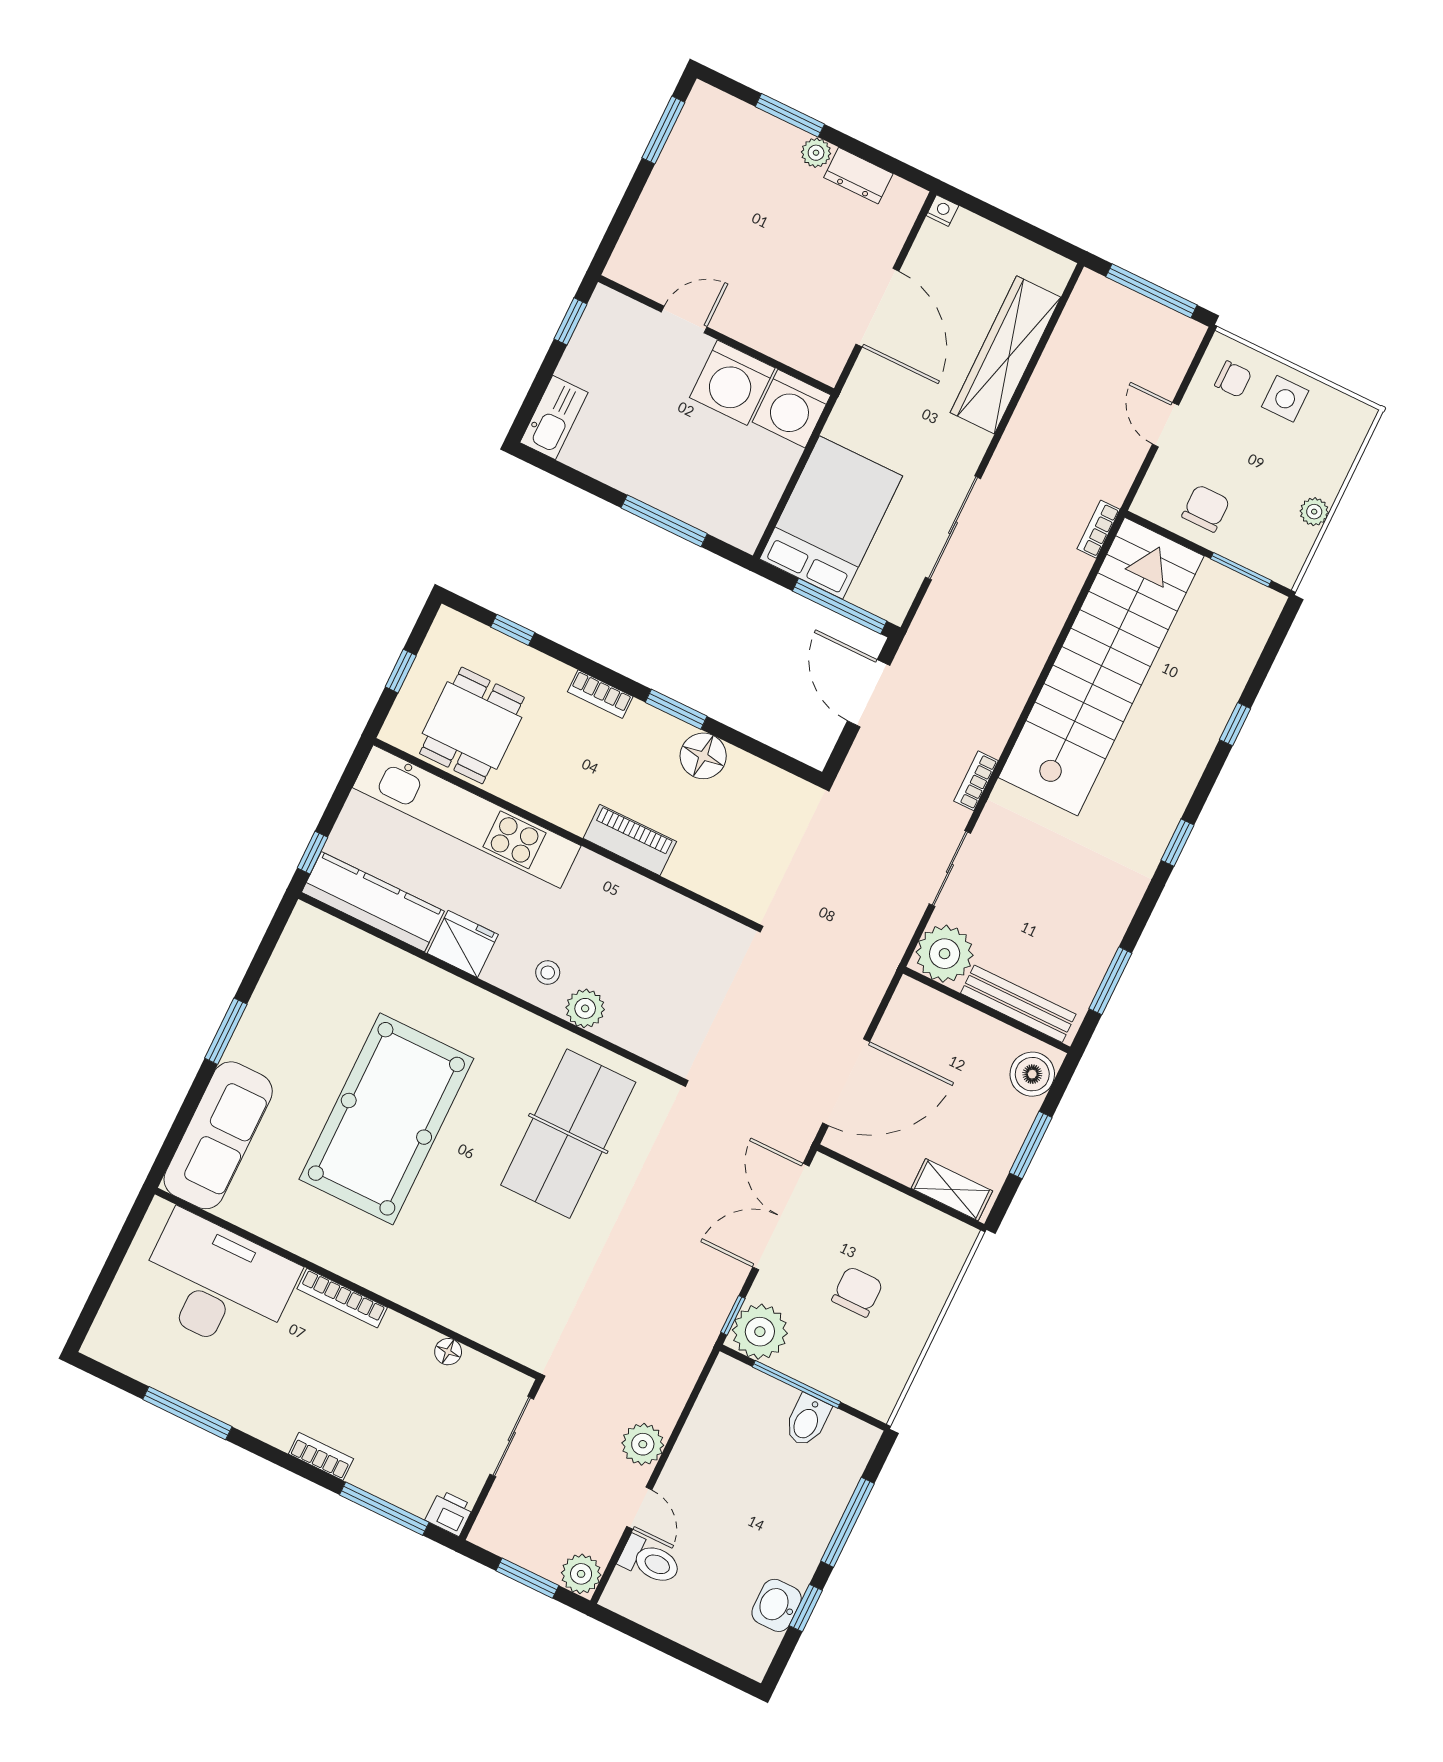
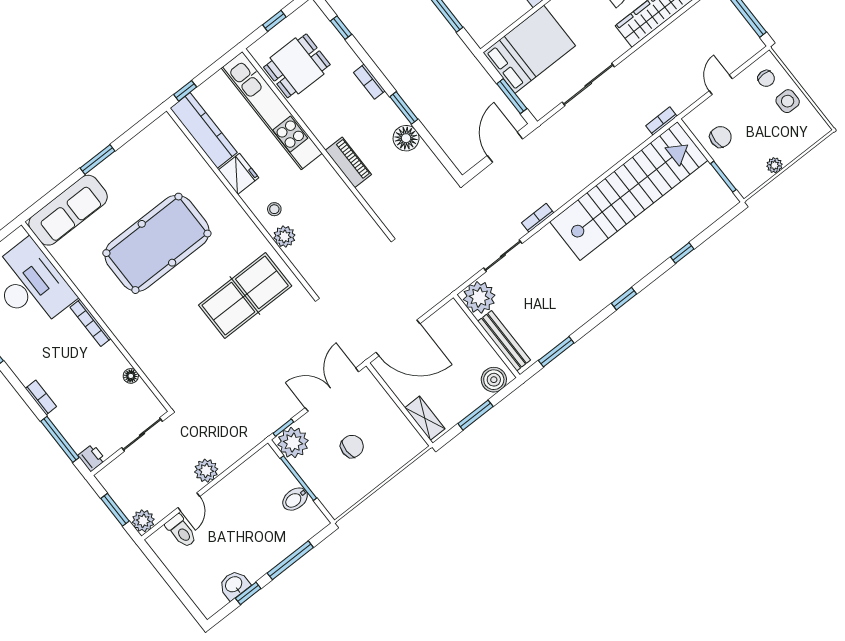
window: (840, 606) -> (512, 96), width x0.69

